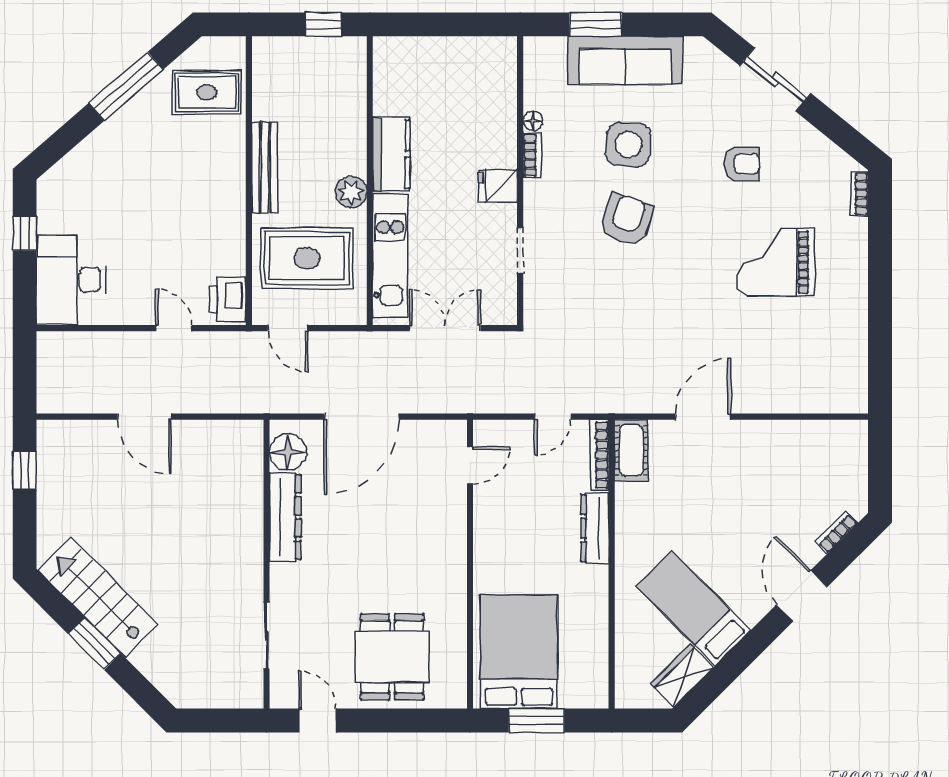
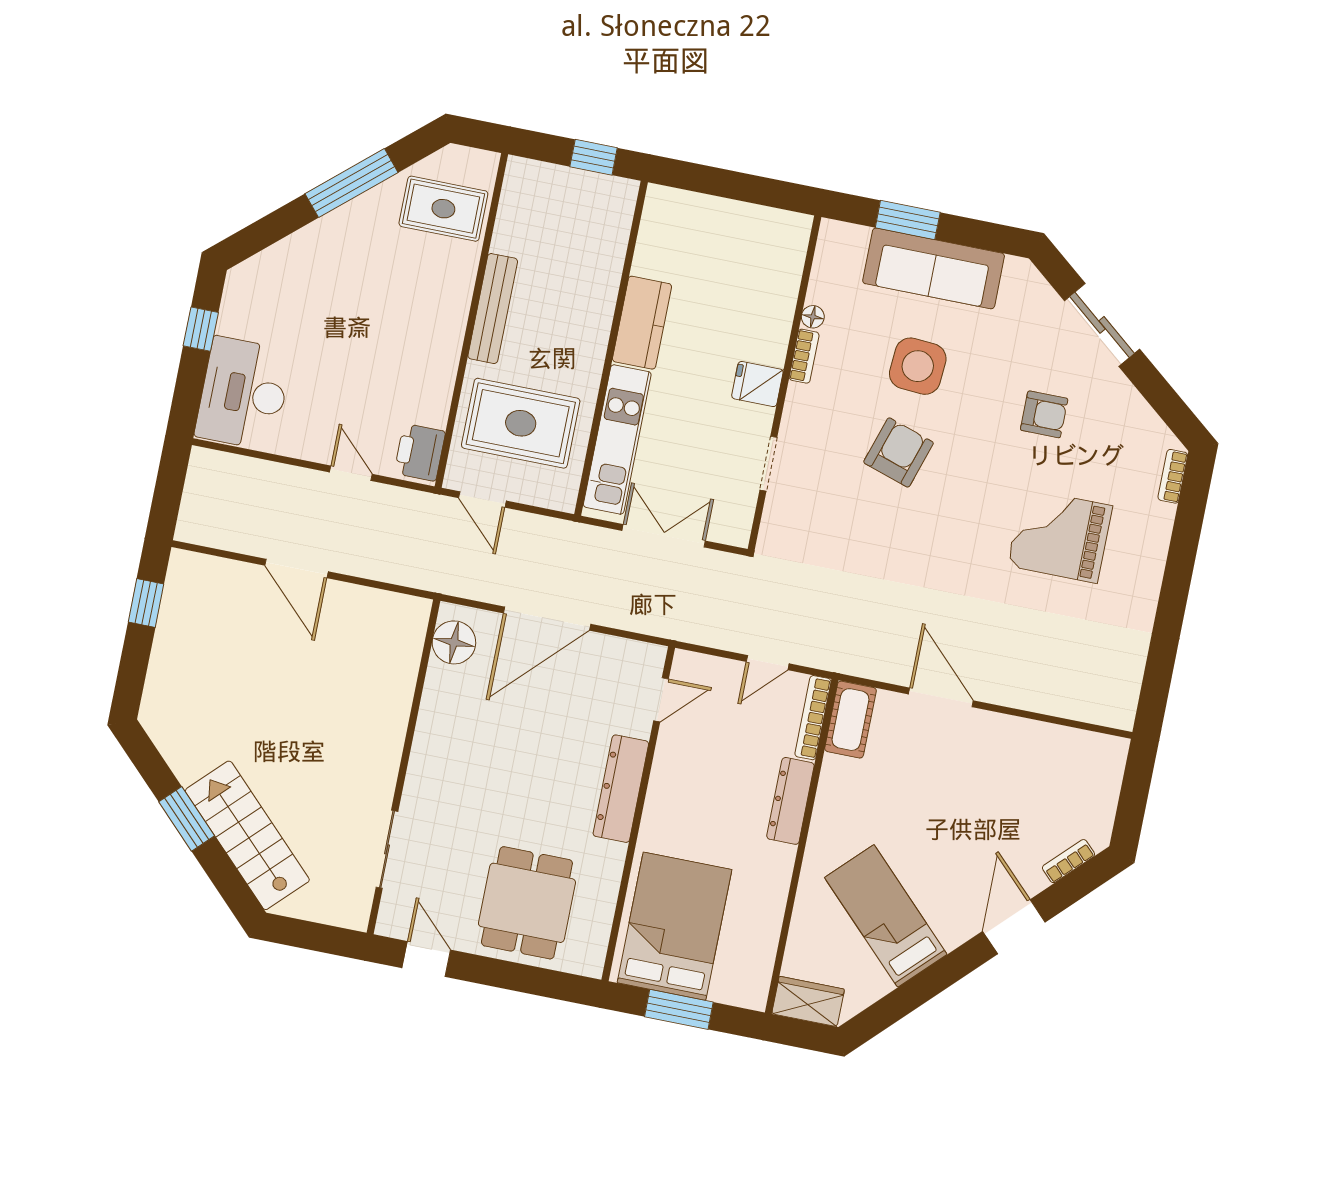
plant: (351, 192) -> (587, 357), removed
door: (703, 417) -> (941, 697), hinge flipped
dresser: (285, 517) -> (621, 789), moved, turned 180
stairs: (98, 597) -> (247, 835), moved
wardrobe: (682, 676) -> (808, 1001), moved, turned 45

